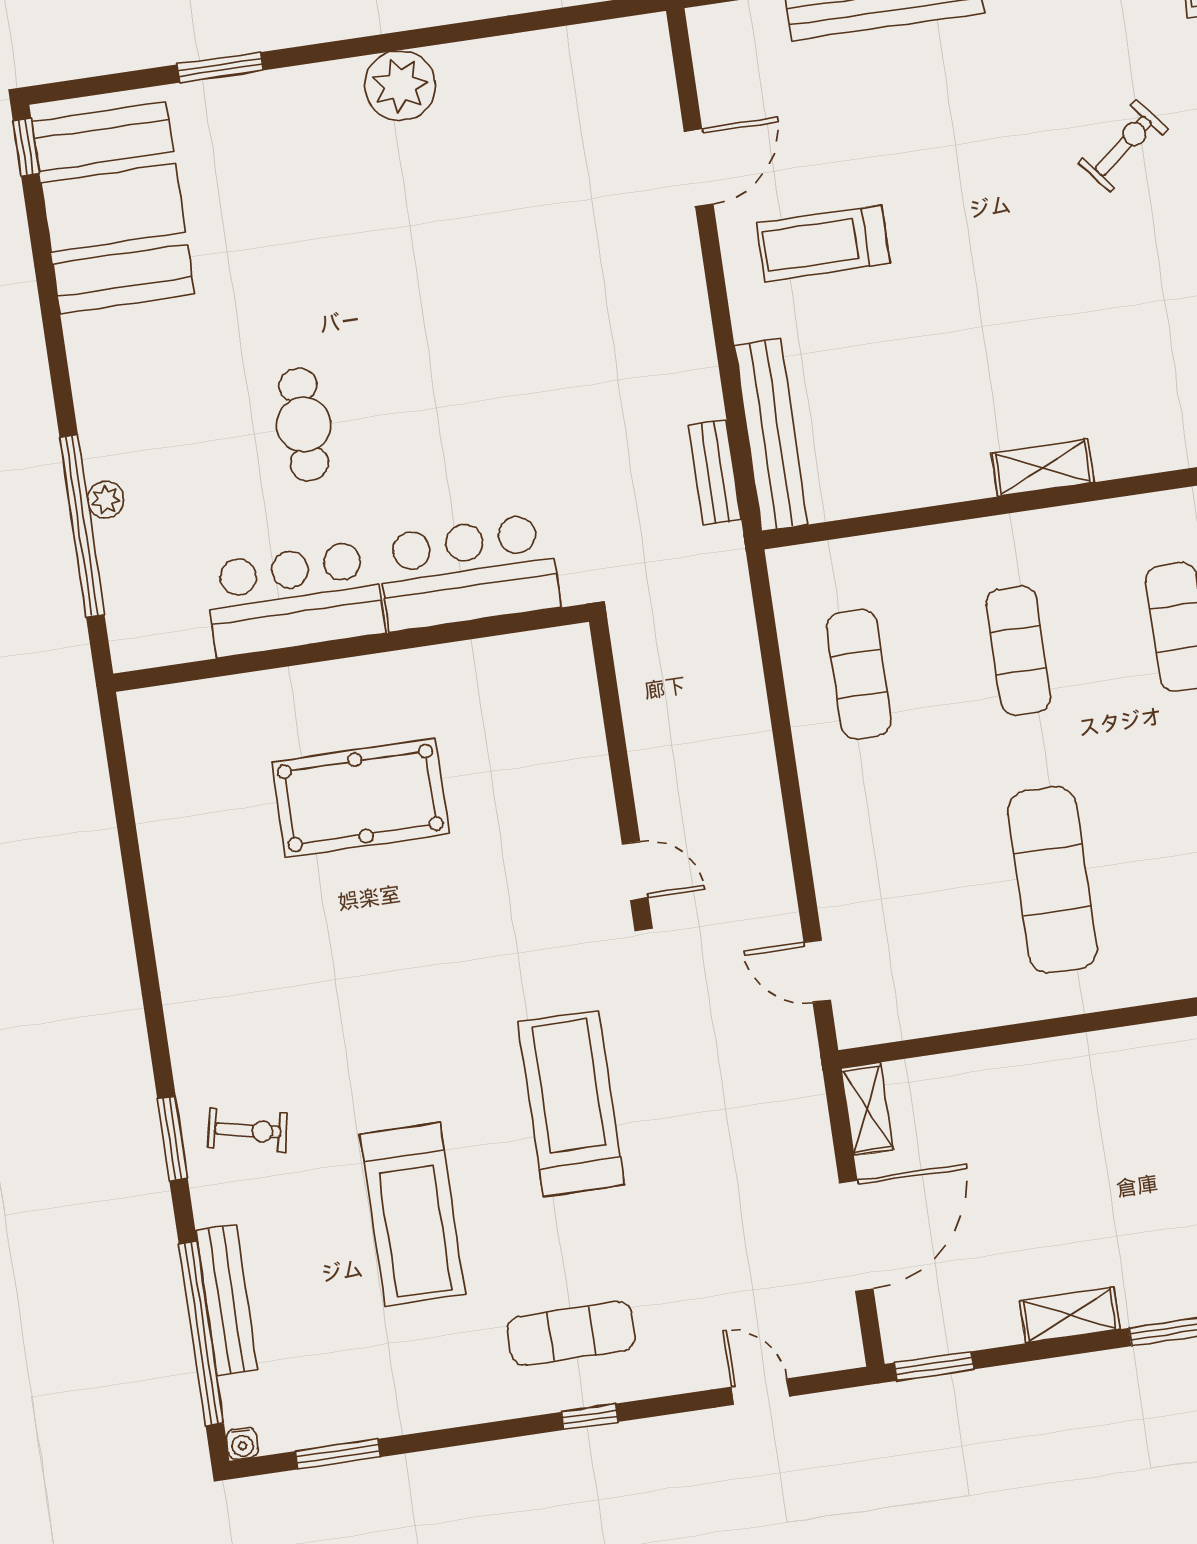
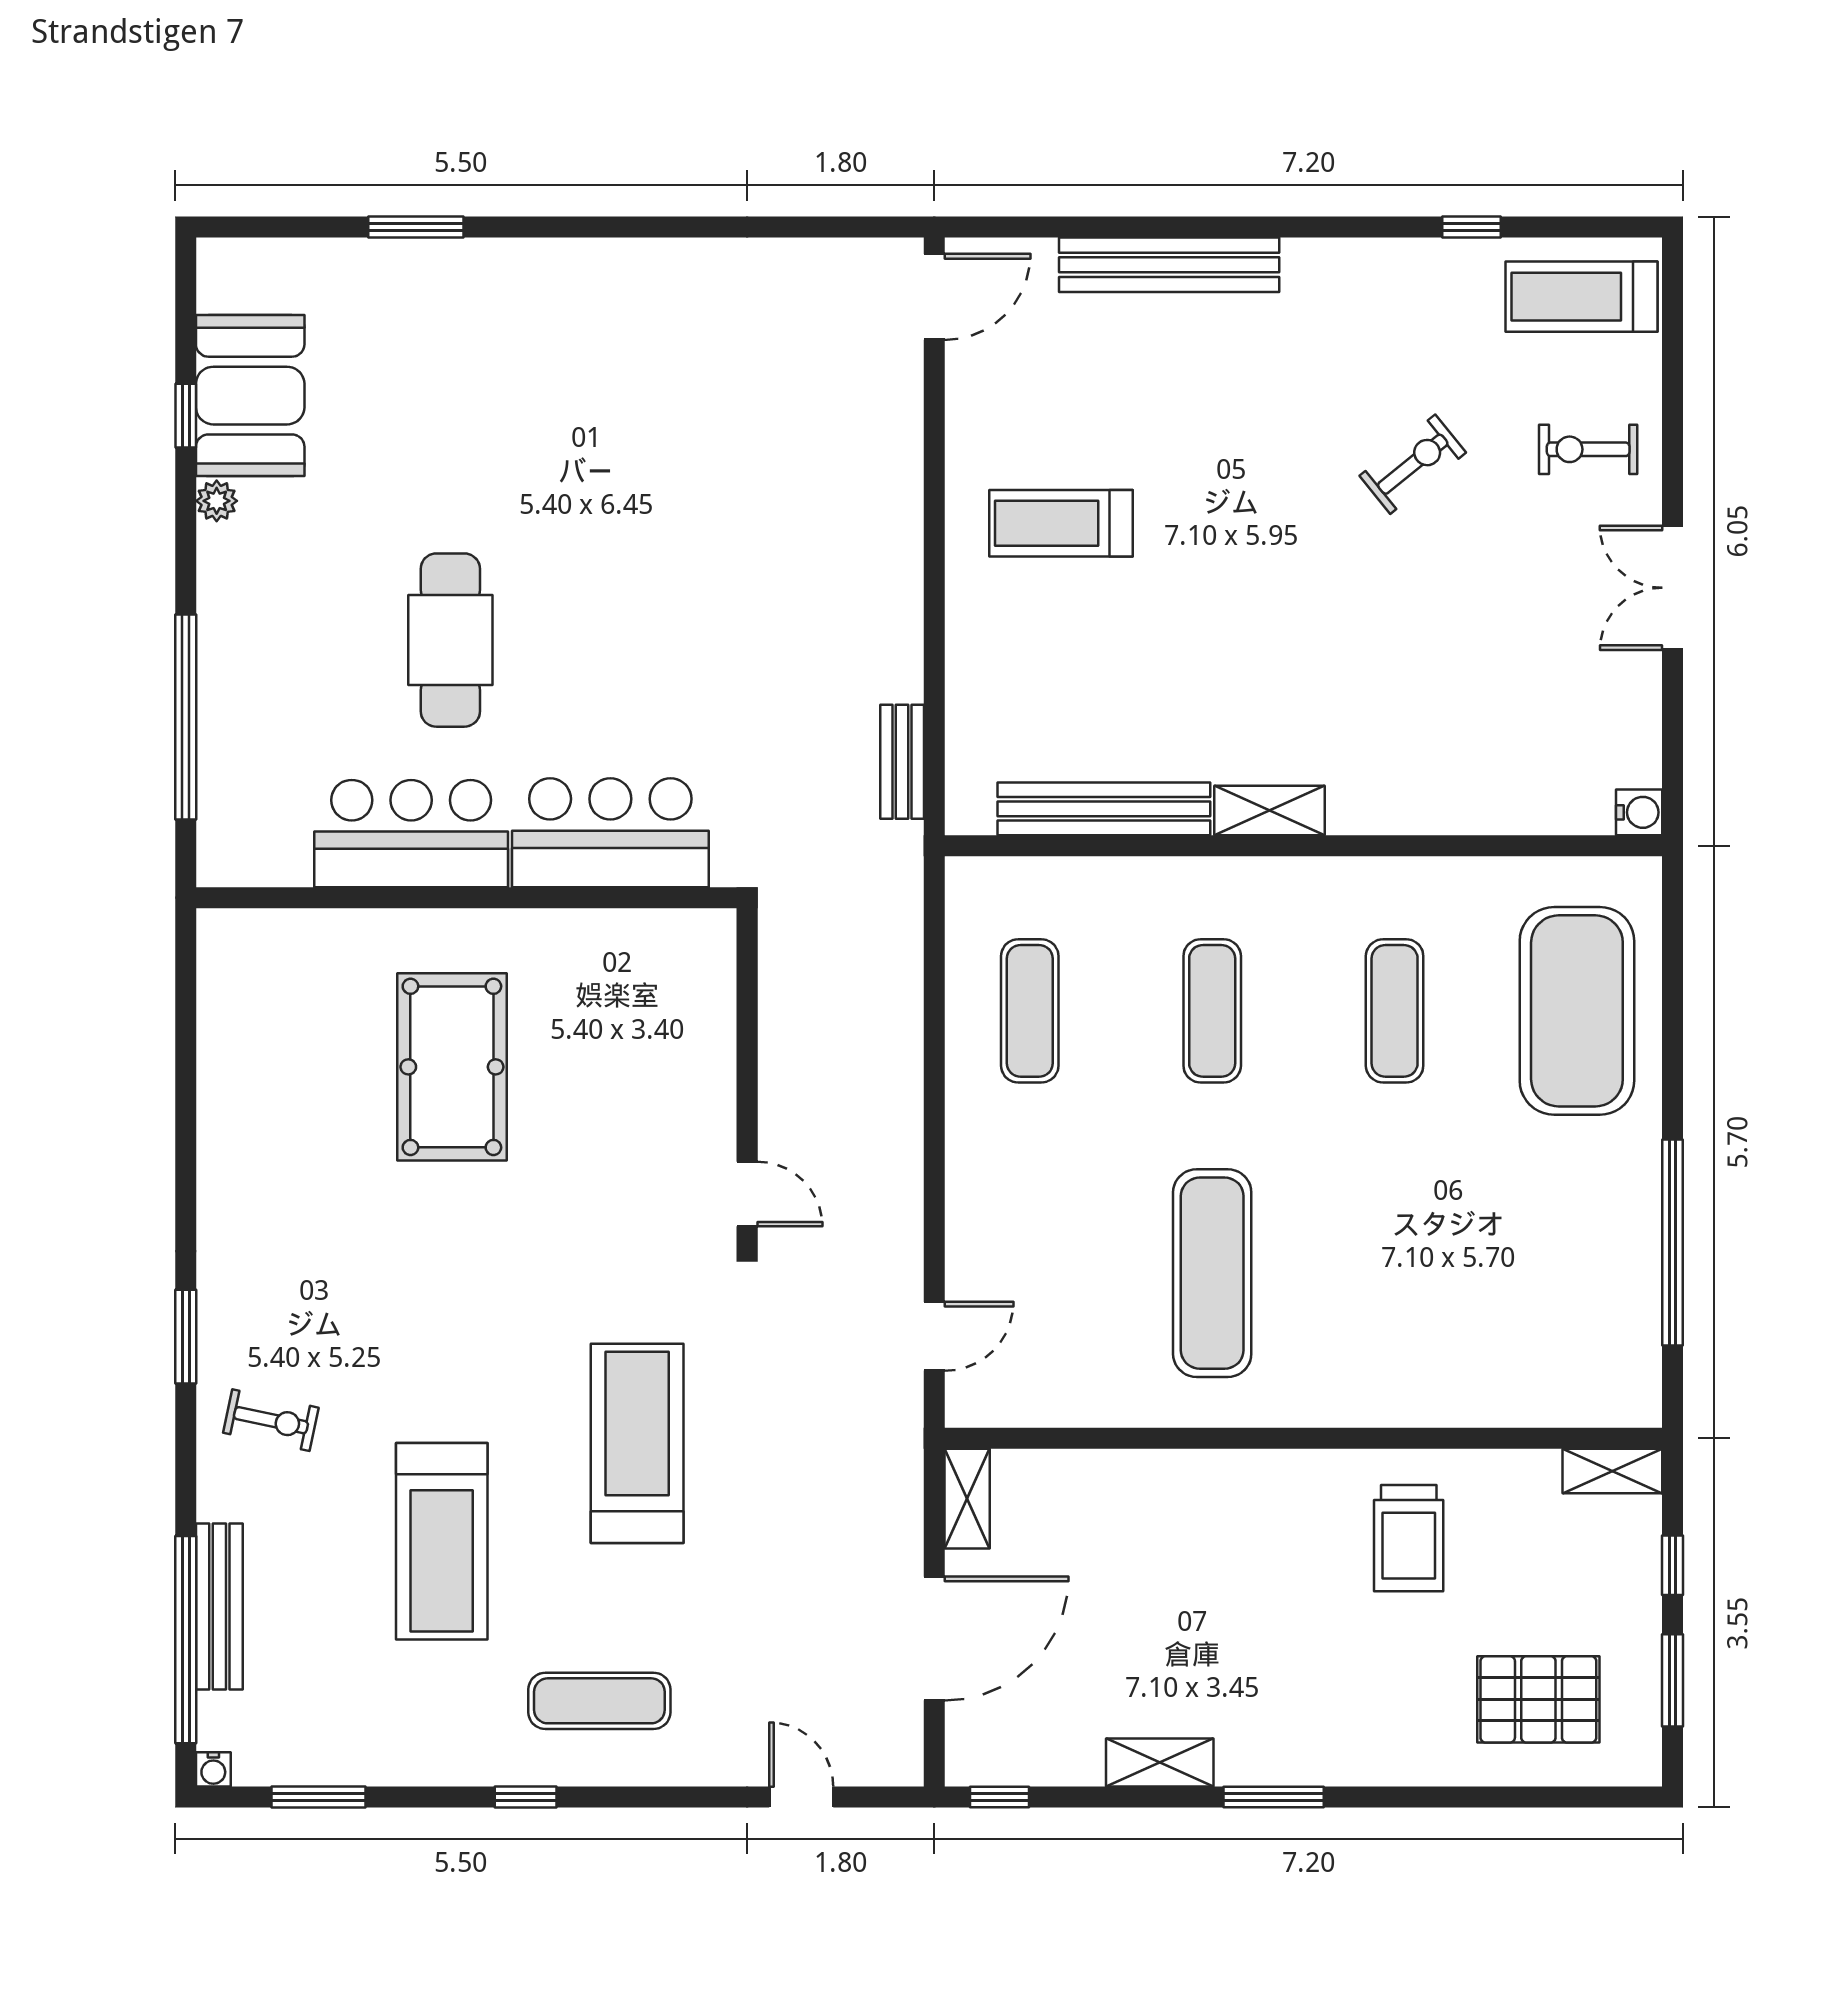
plant: (400, 86) -> (614, 277), removed
window: (26, 147) -> (186, 416), moved
door: (699, 168) -> (934, 297), moved
booth: (113, 208) -> (250, 396), width x0.73, depth x0.70
cafe table: (304, 424) -> (450, 640), width x1.37, depth x1.35
bench: (771, 435) -> (1104, 809), moved, turned 90
plant: (106, 500) -> (217, 501), moved
pool table: (360, 798) -> (452, 1067), turned 90
door: (817, 971) -> (934, 1336), swing flipped
window: (172, 1139) -> (186, 1337), moved
window: (934, 1366) -> (999, 1797), width x0.67
window: (590, 1417) -> (526, 1797), moved

